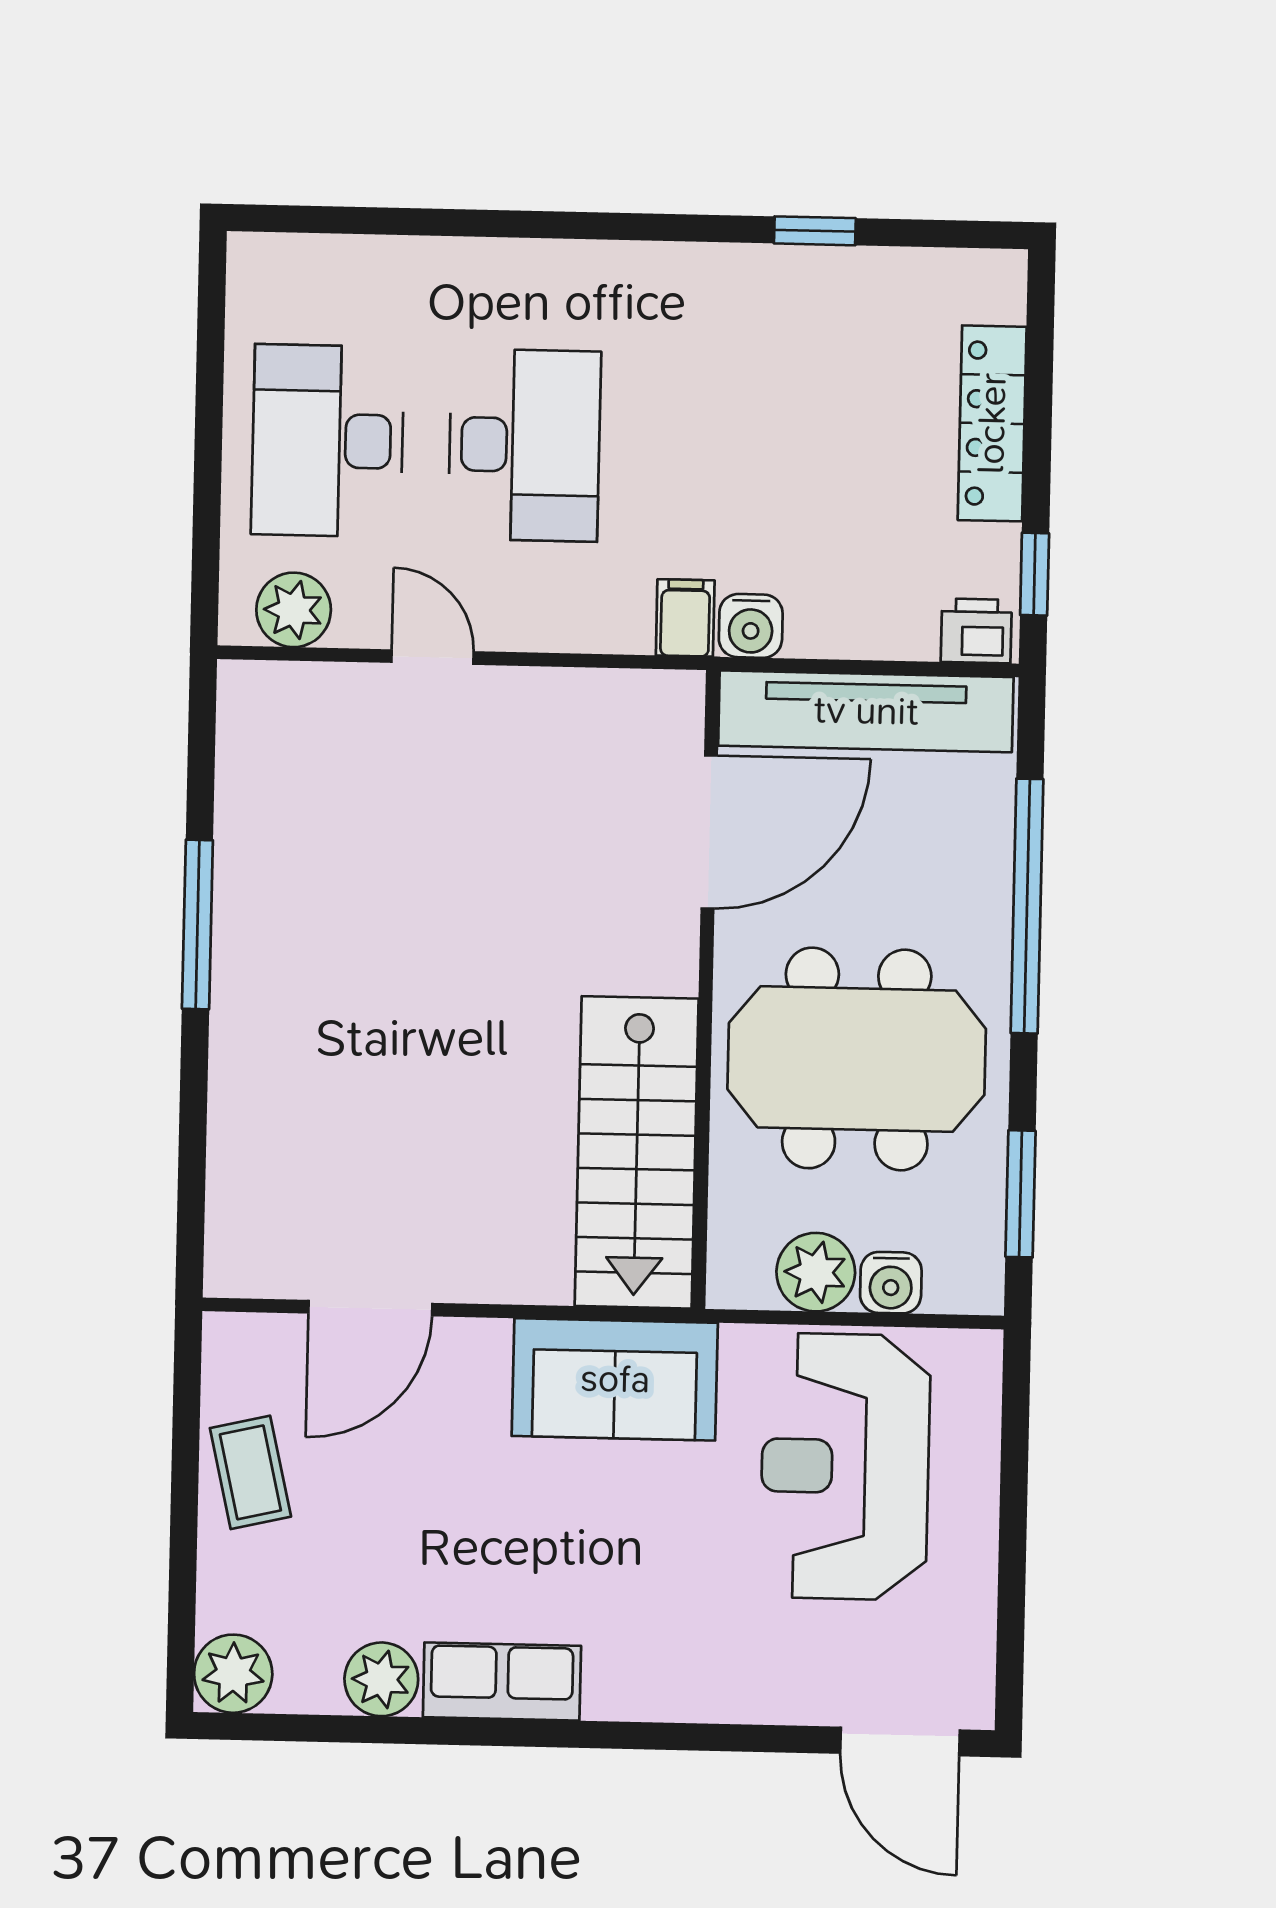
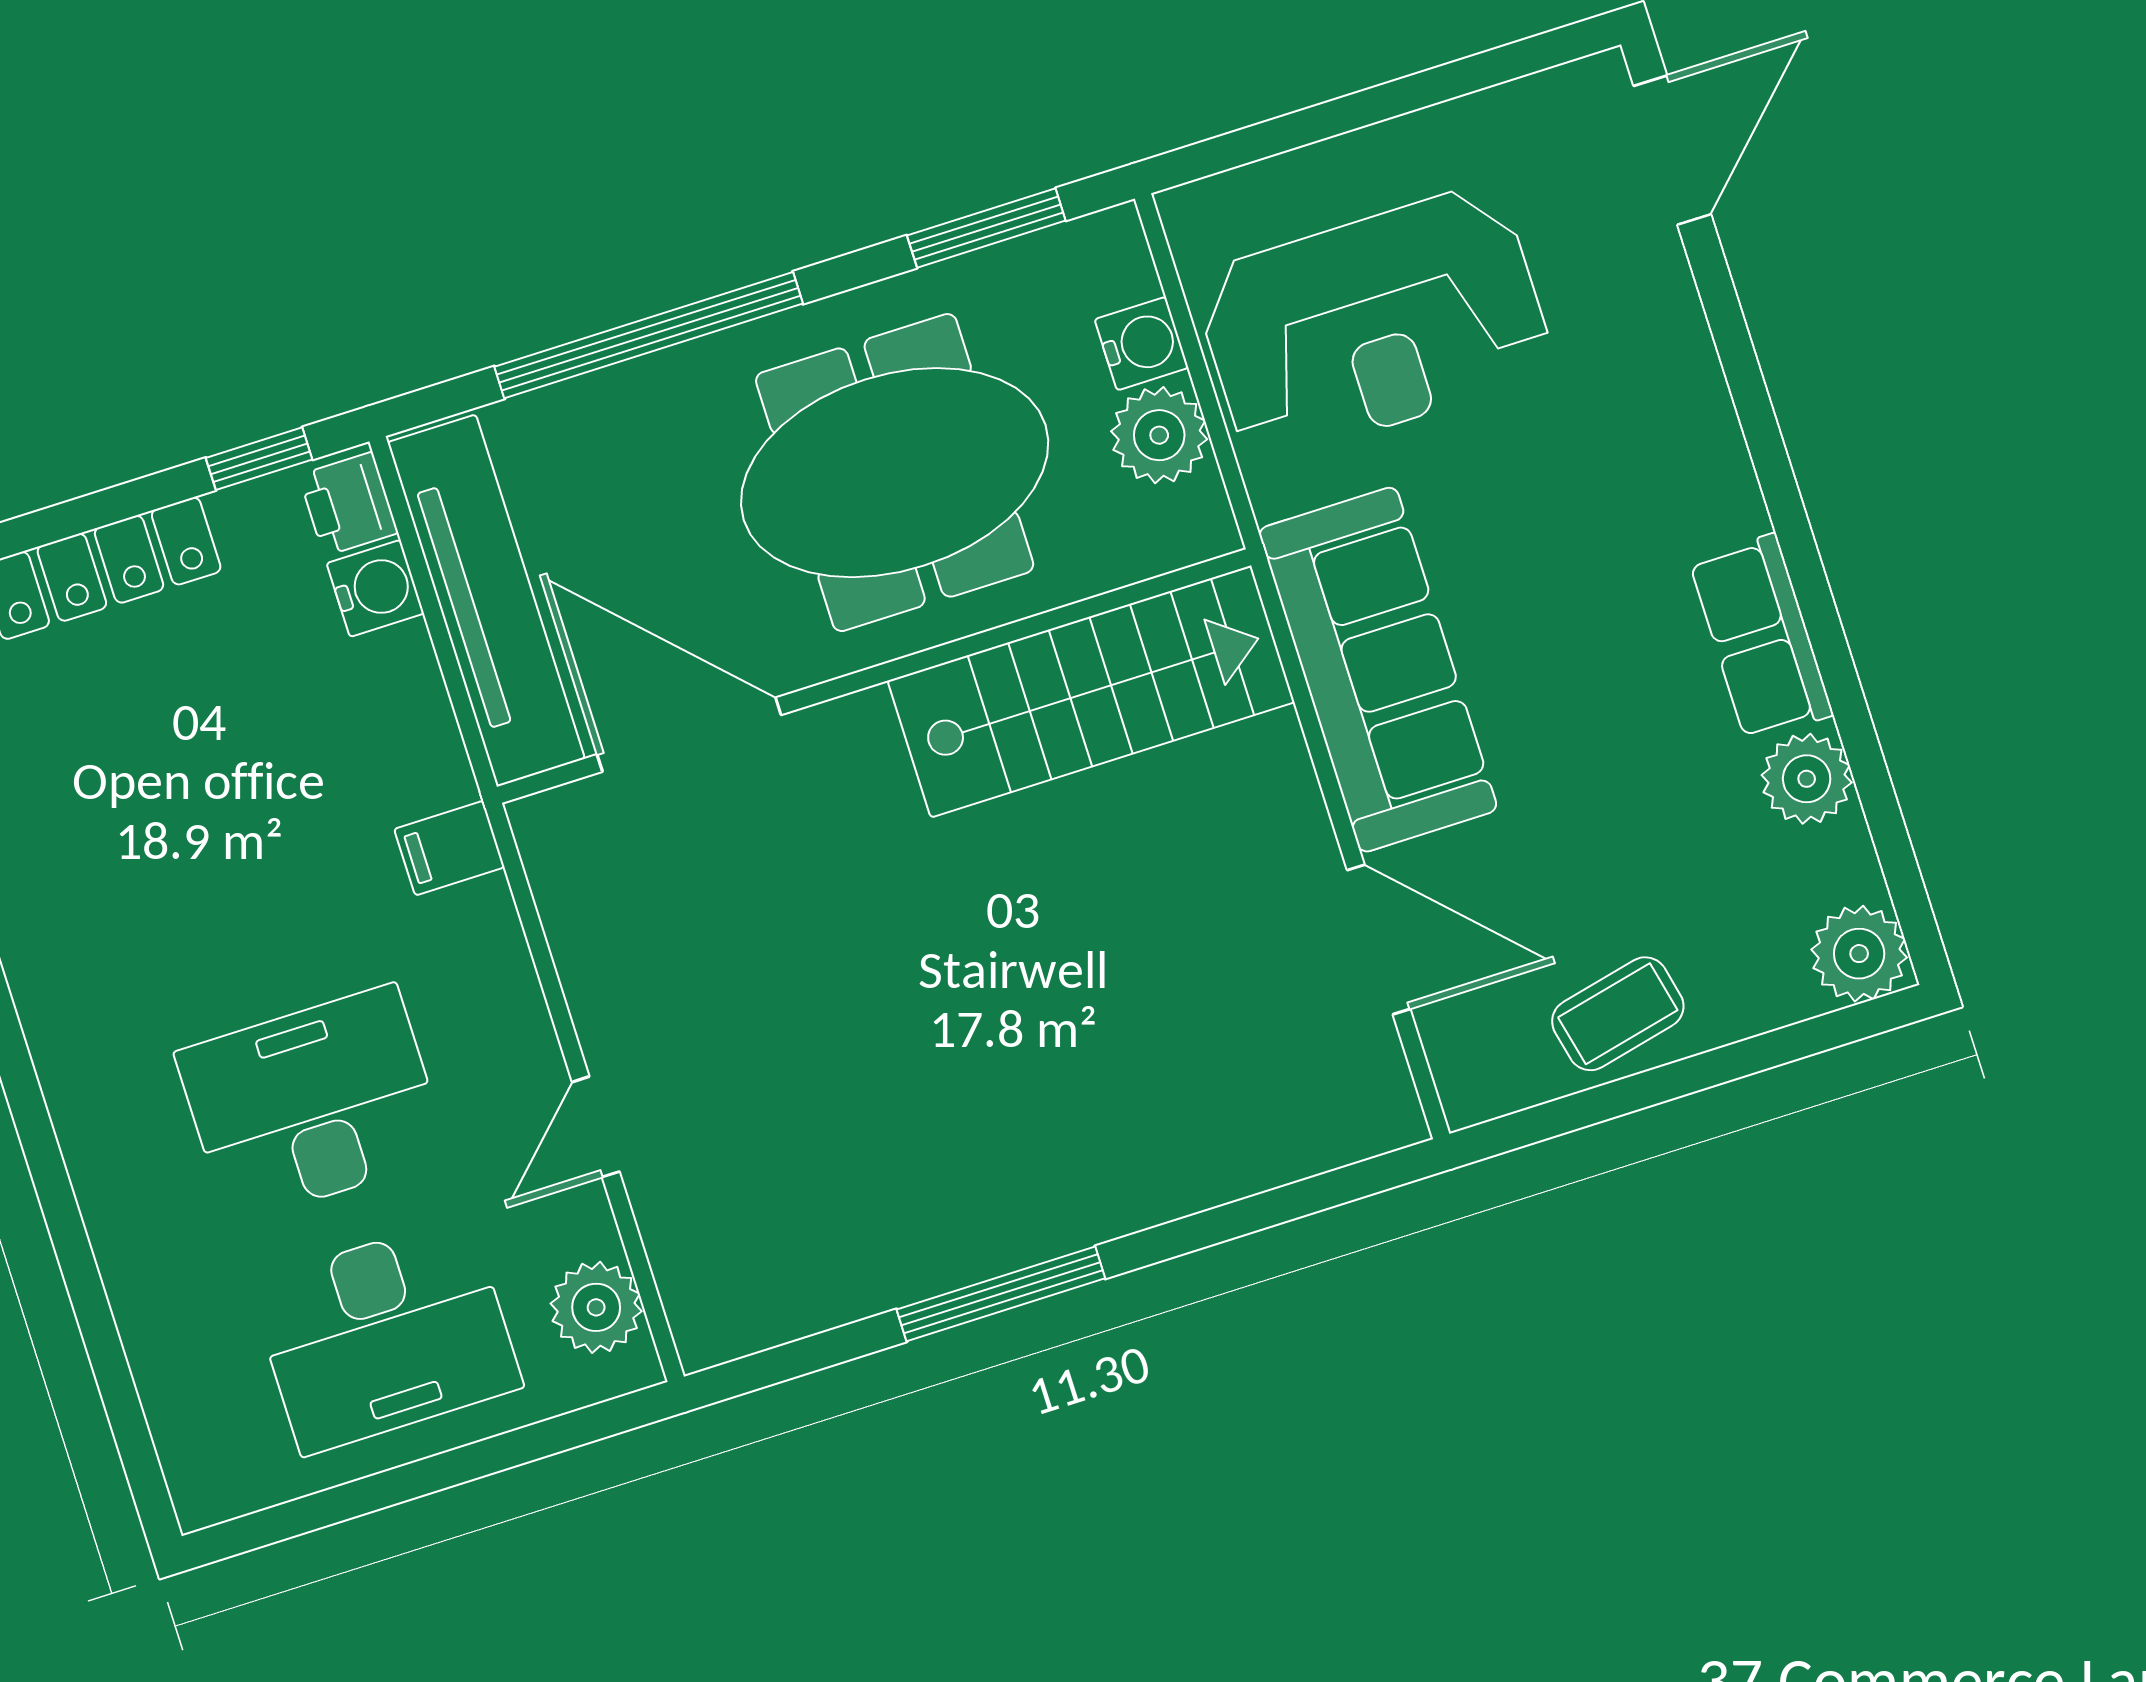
water cooler: (751, 626) -> (375, 588), moved
meeting table: (857, 1059) -> (895, 473), turned 90
sofa: (615, 1379) -> (1378, 670), width x1.36

